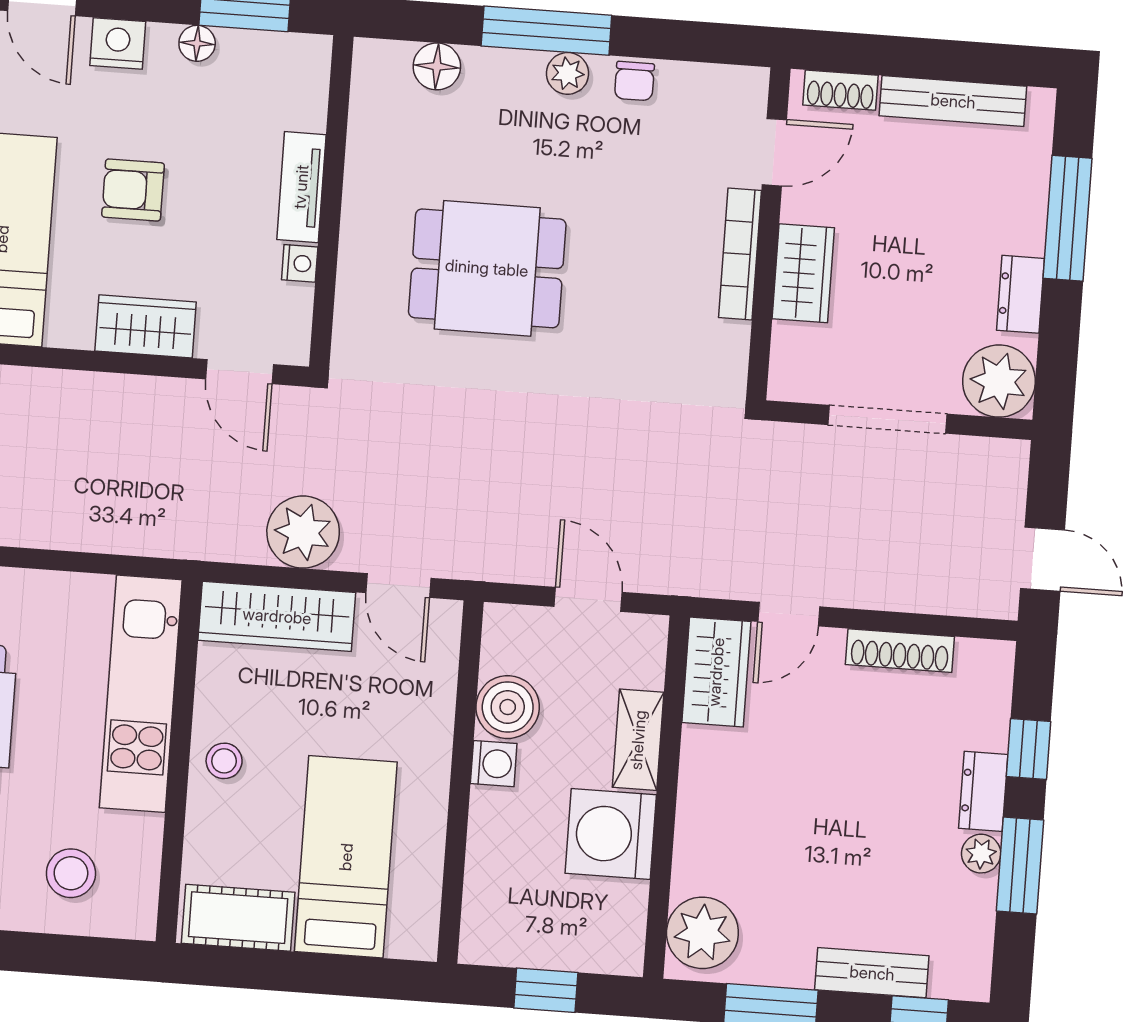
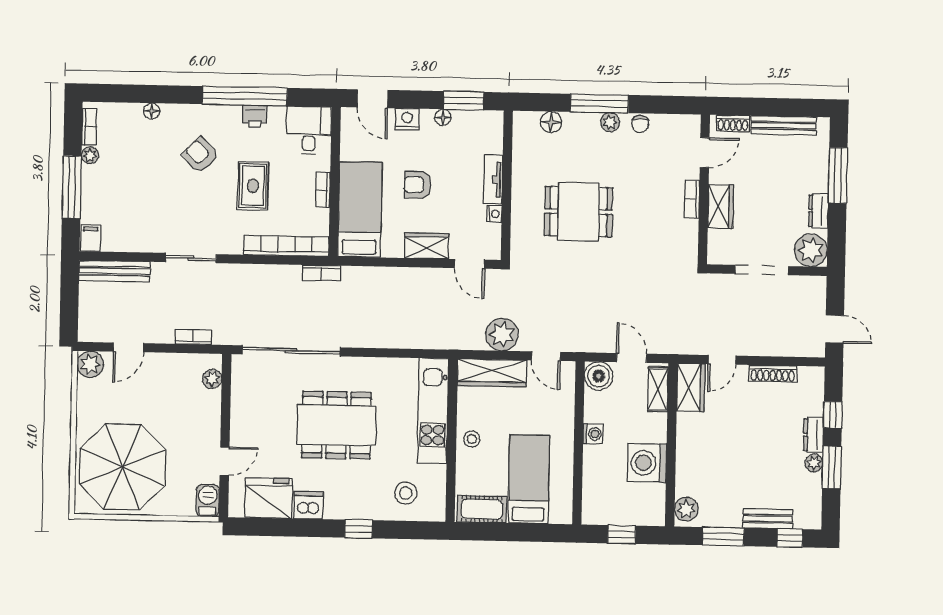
bookcase: (740, 254) -> (692, 199), width x0.64
boiler: (508, 707) -> (599, 376), moved
shelving: (638, 740) -> (658, 389), moved
plant: (702, 933) -> (686, 509), width x0.73, depth x0.73

